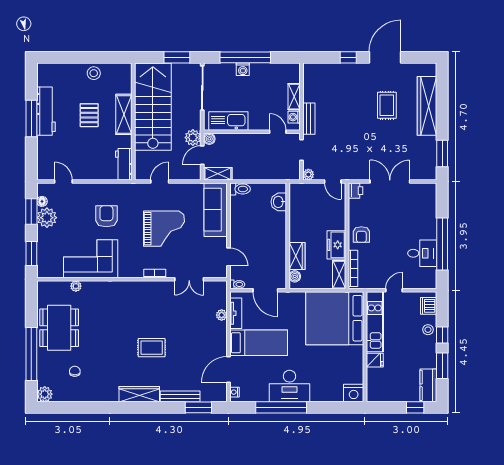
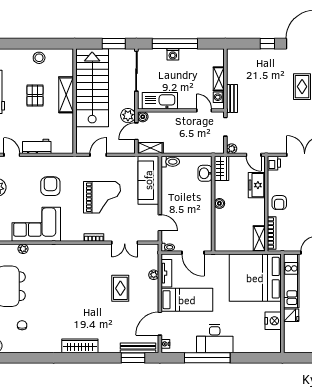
workbench: (124, 164) -> (37, 146), moved, turned 90
freezer: (336, 245) -> (257, 185), moved
wardrobe: (297, 256) -> (221, 168), moved
boiler: (295, 276) -> (219, 203), moved
rug: (152, 348) -> (120, 288), moved, turned 90
nightstand: (354, 393) -> (273, 321), moved, turned -90
bench: (180, 396) -> (138, 348), moved

